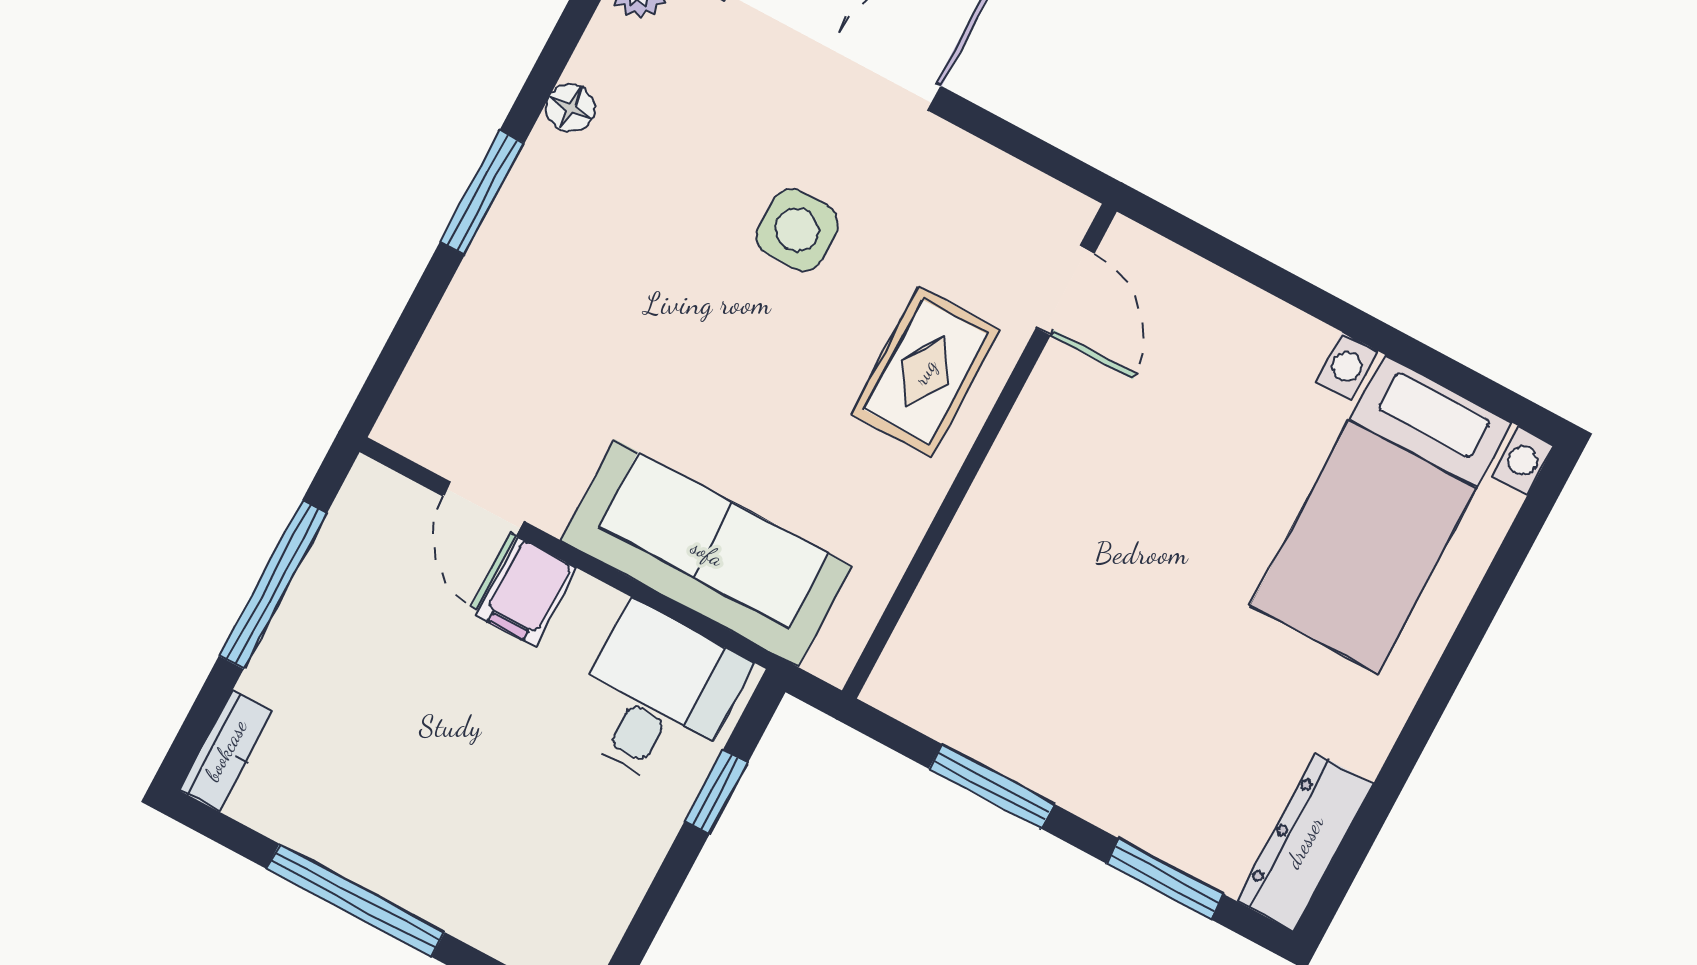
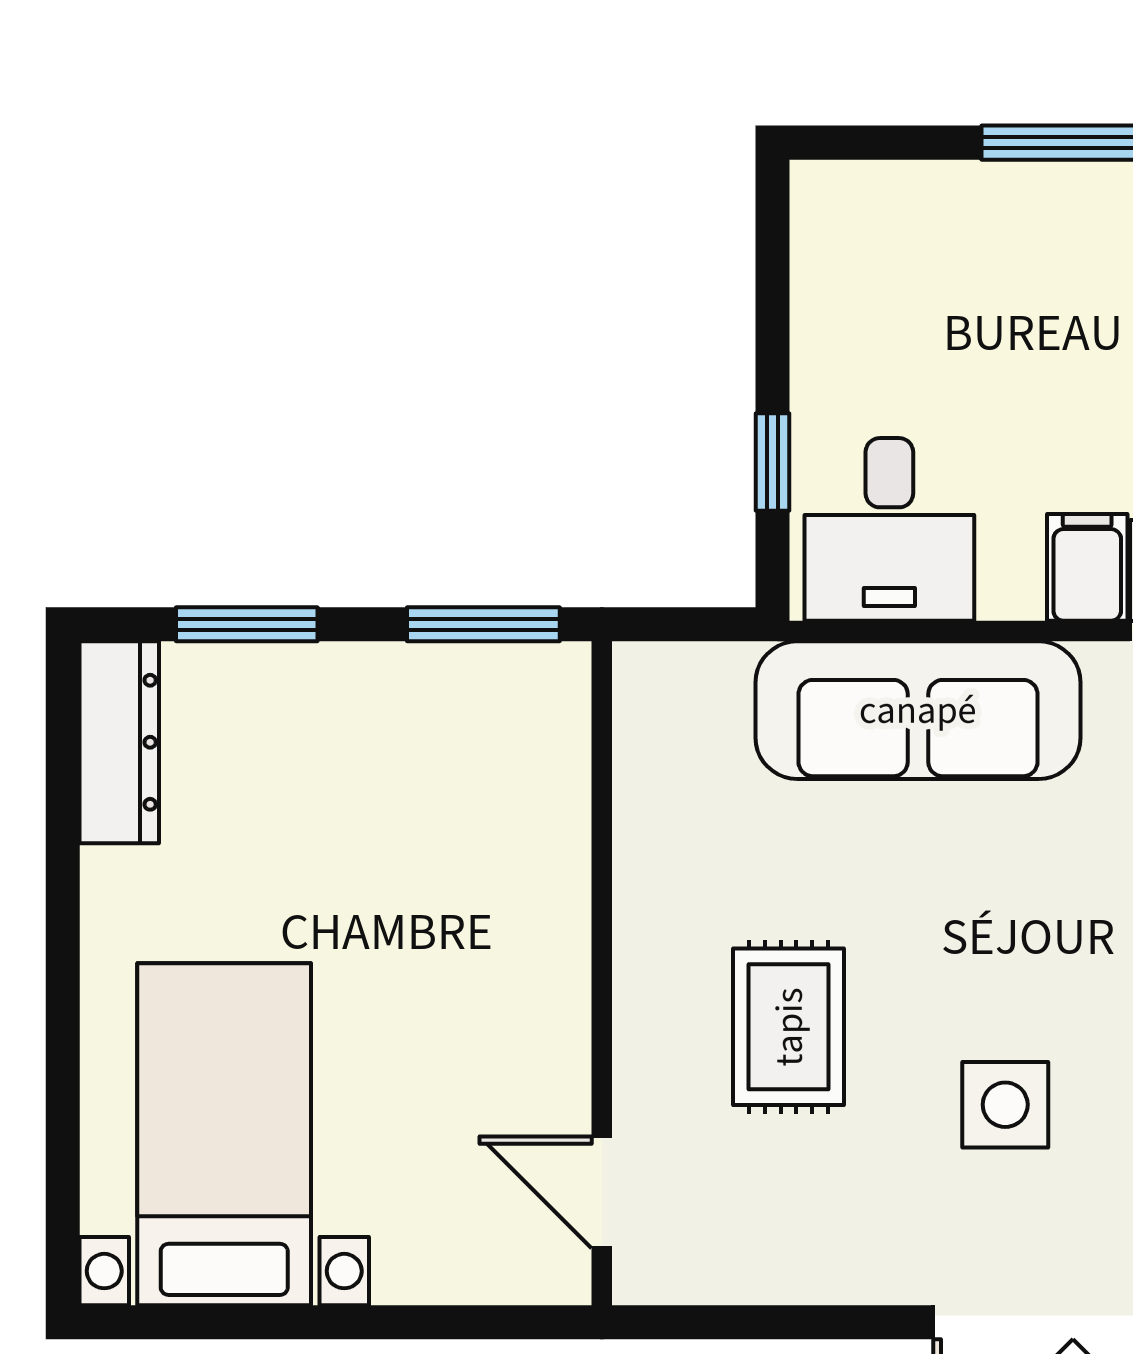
door: (1065, 290) -> (602, 1192), moved
wall: (979, 451) -> (602, 973), moved

